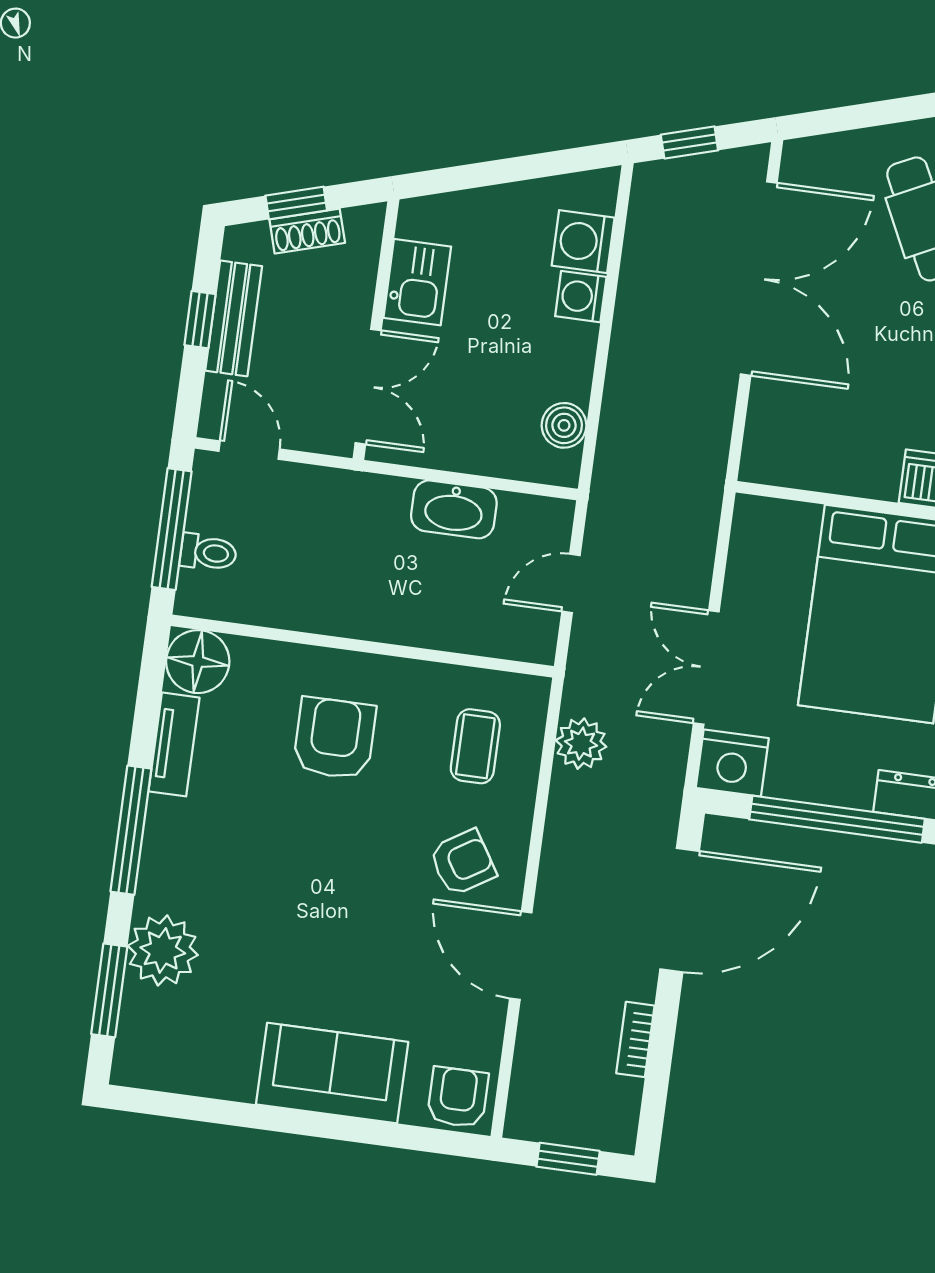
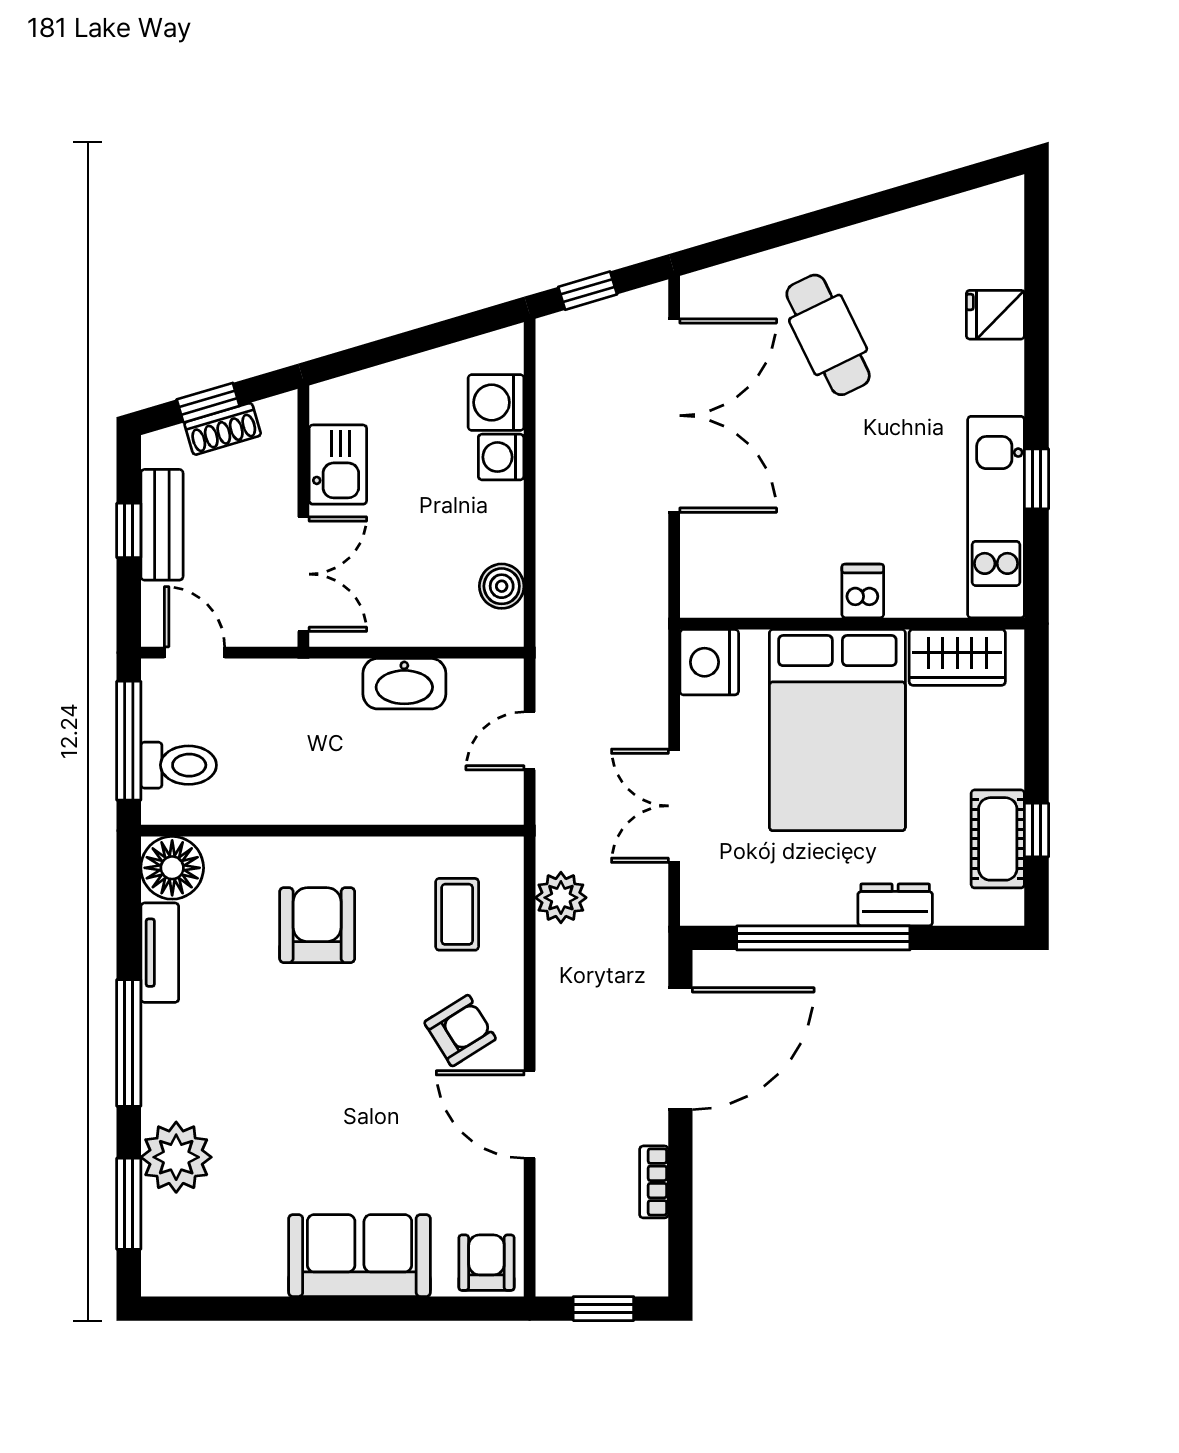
toilet: (208, 553) -> (179, 765), width x1.37, depth x1.39
nightstand: (732, 763) -> (709, 662), moved, turned 90

